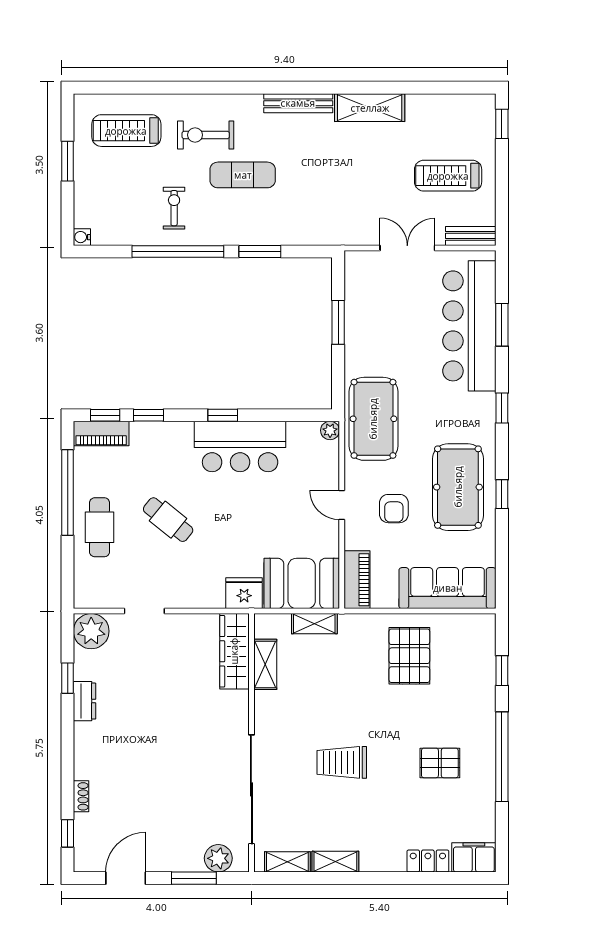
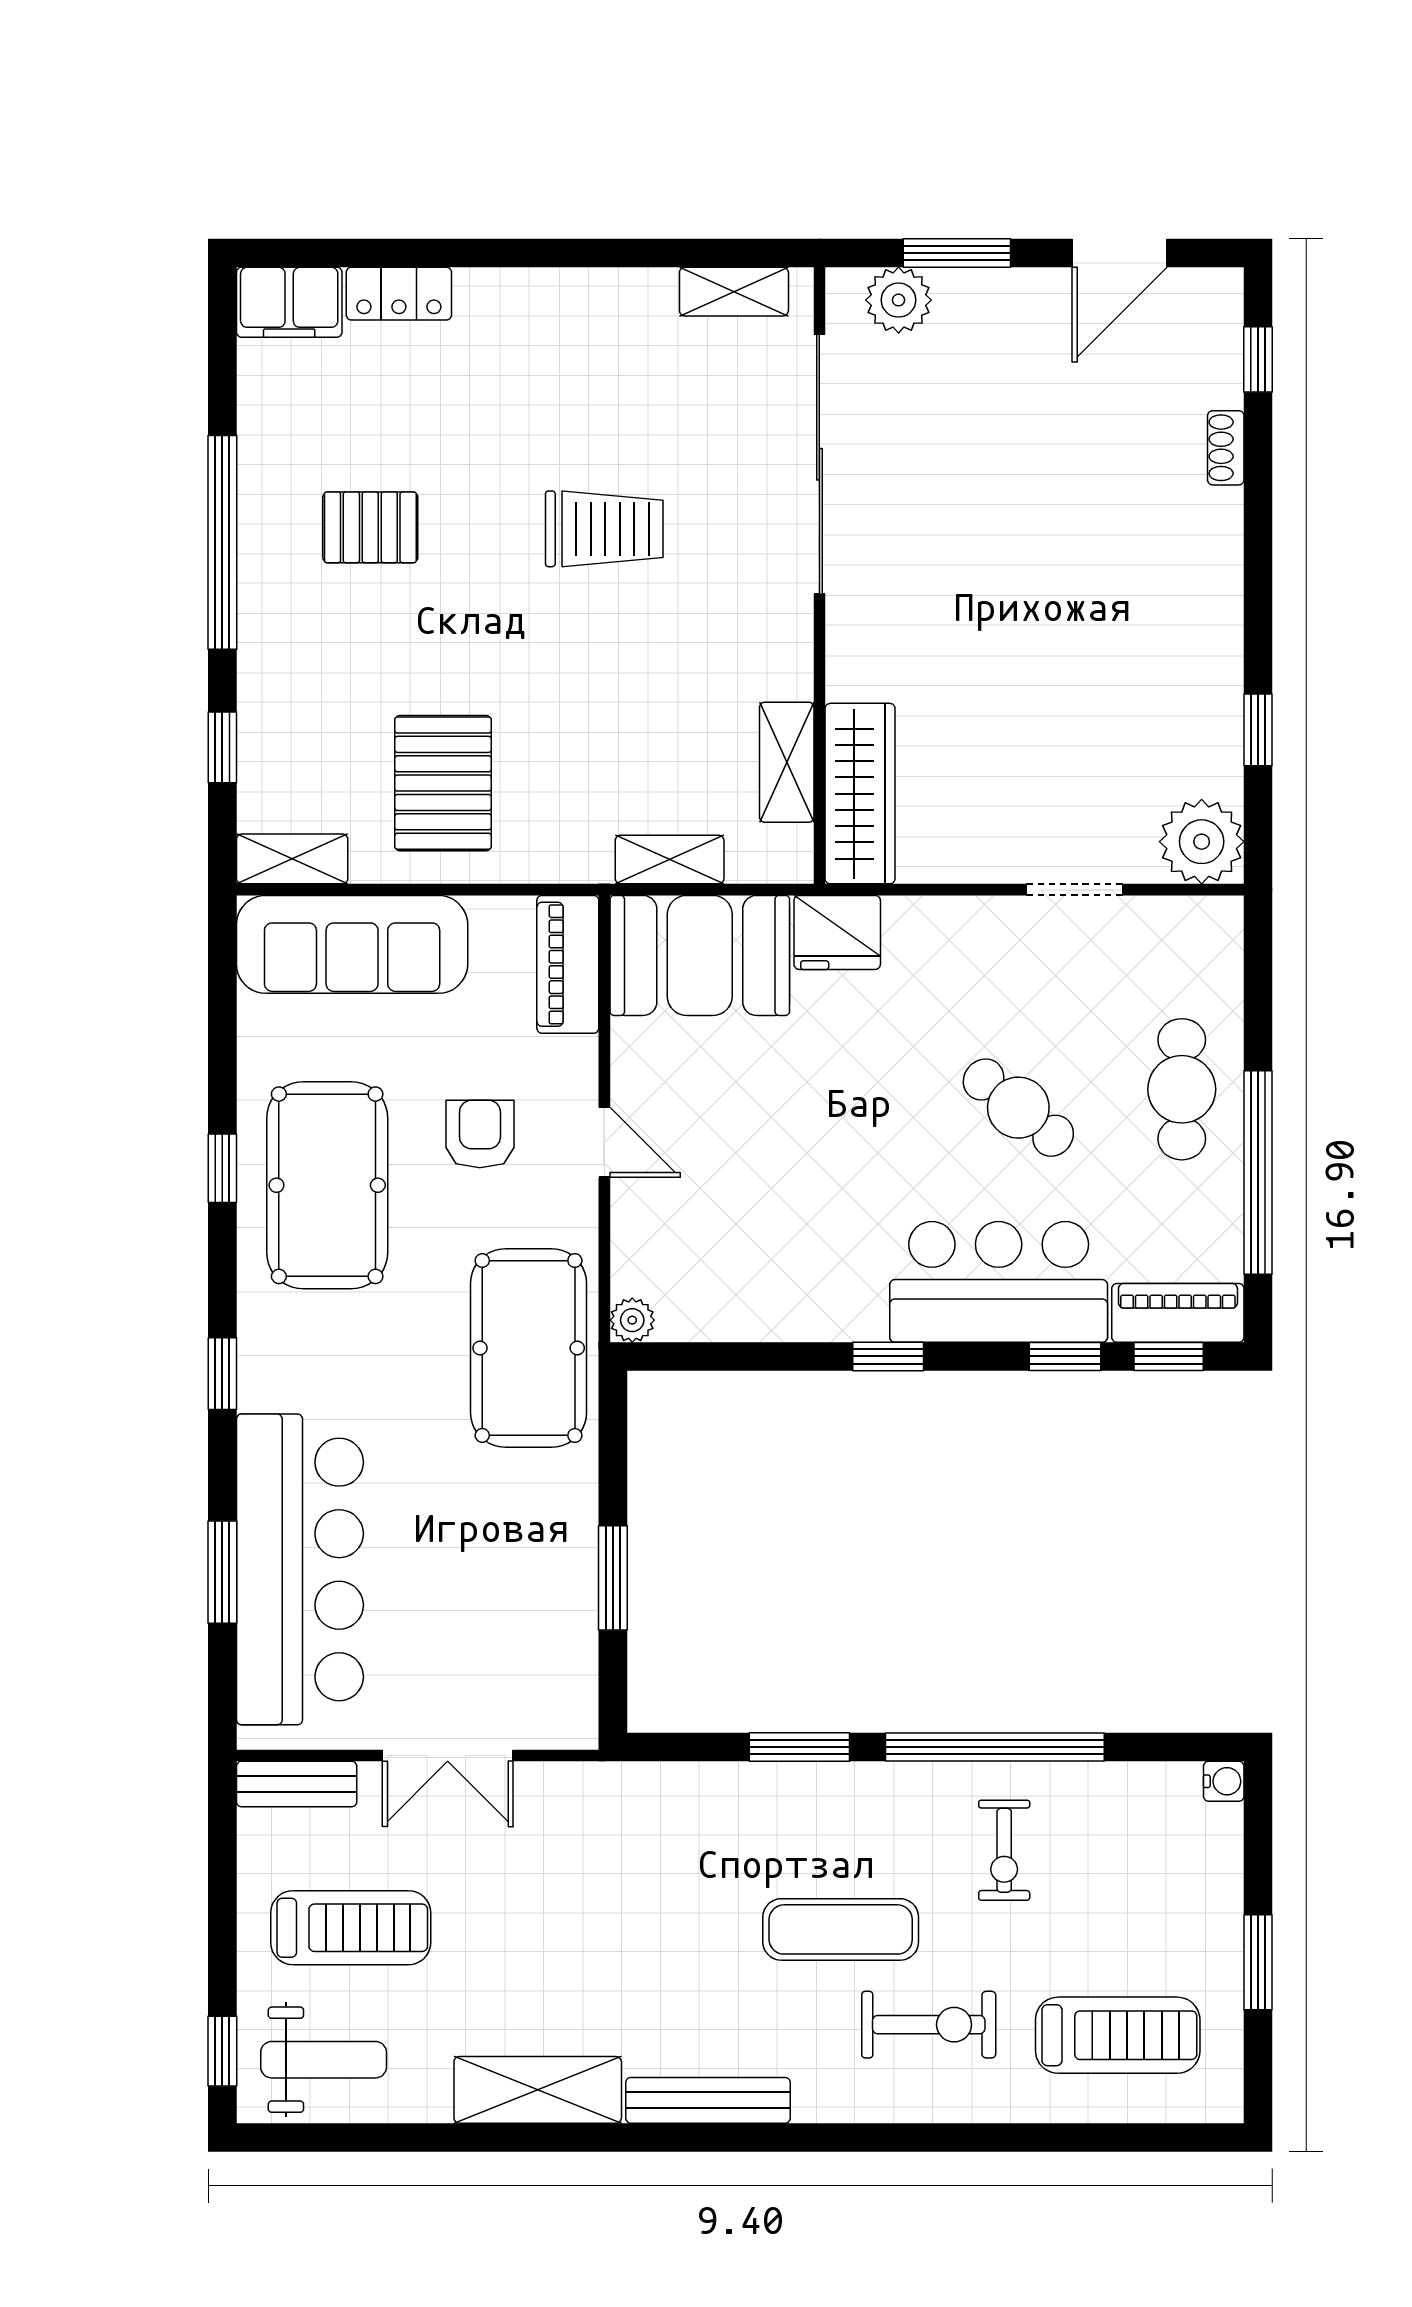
weight bench: (459, 120) -> (324, 2060), added
bar counter: (240, 447) -> (999, 1282), moved
dresser: (85, 701) -> (1217, 675), removed
shelving: (335, 862) -> (292, 859), moved

